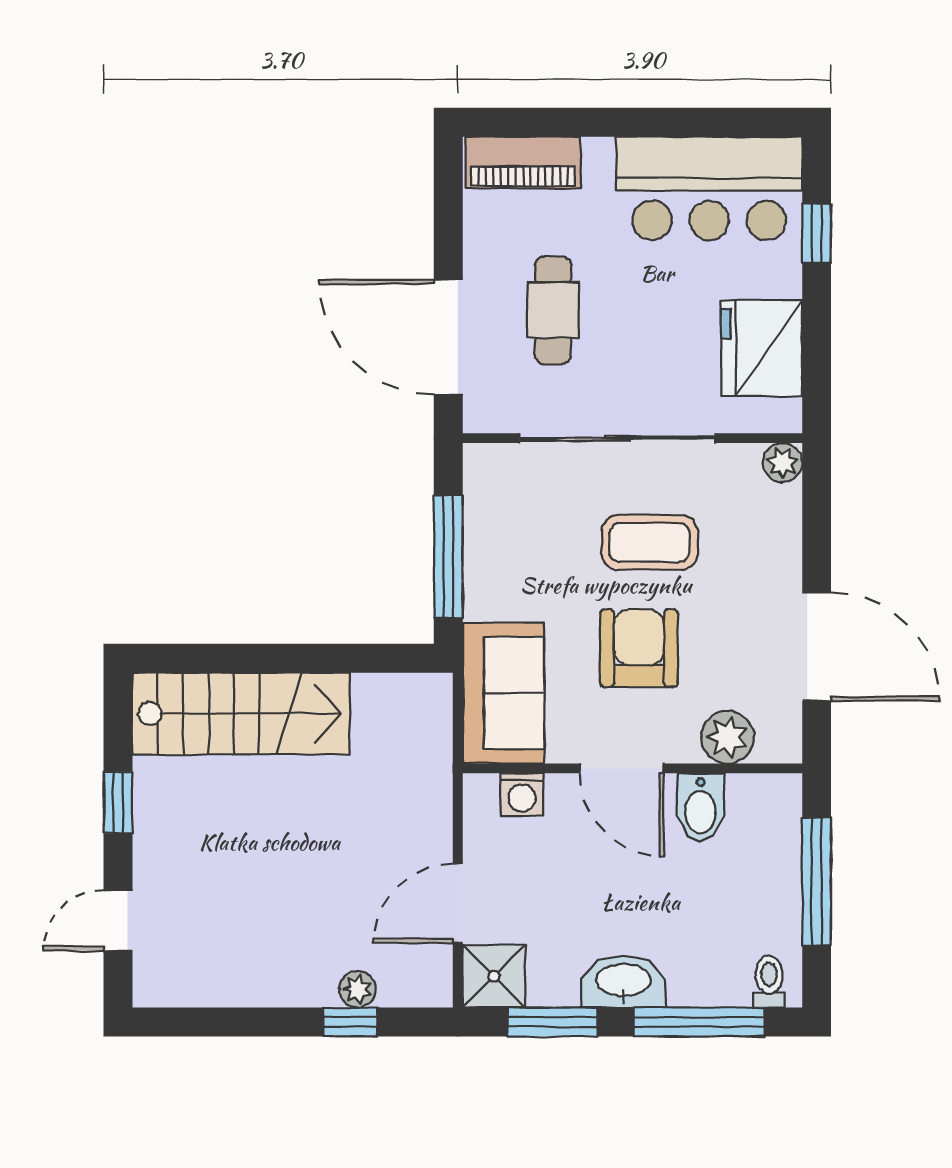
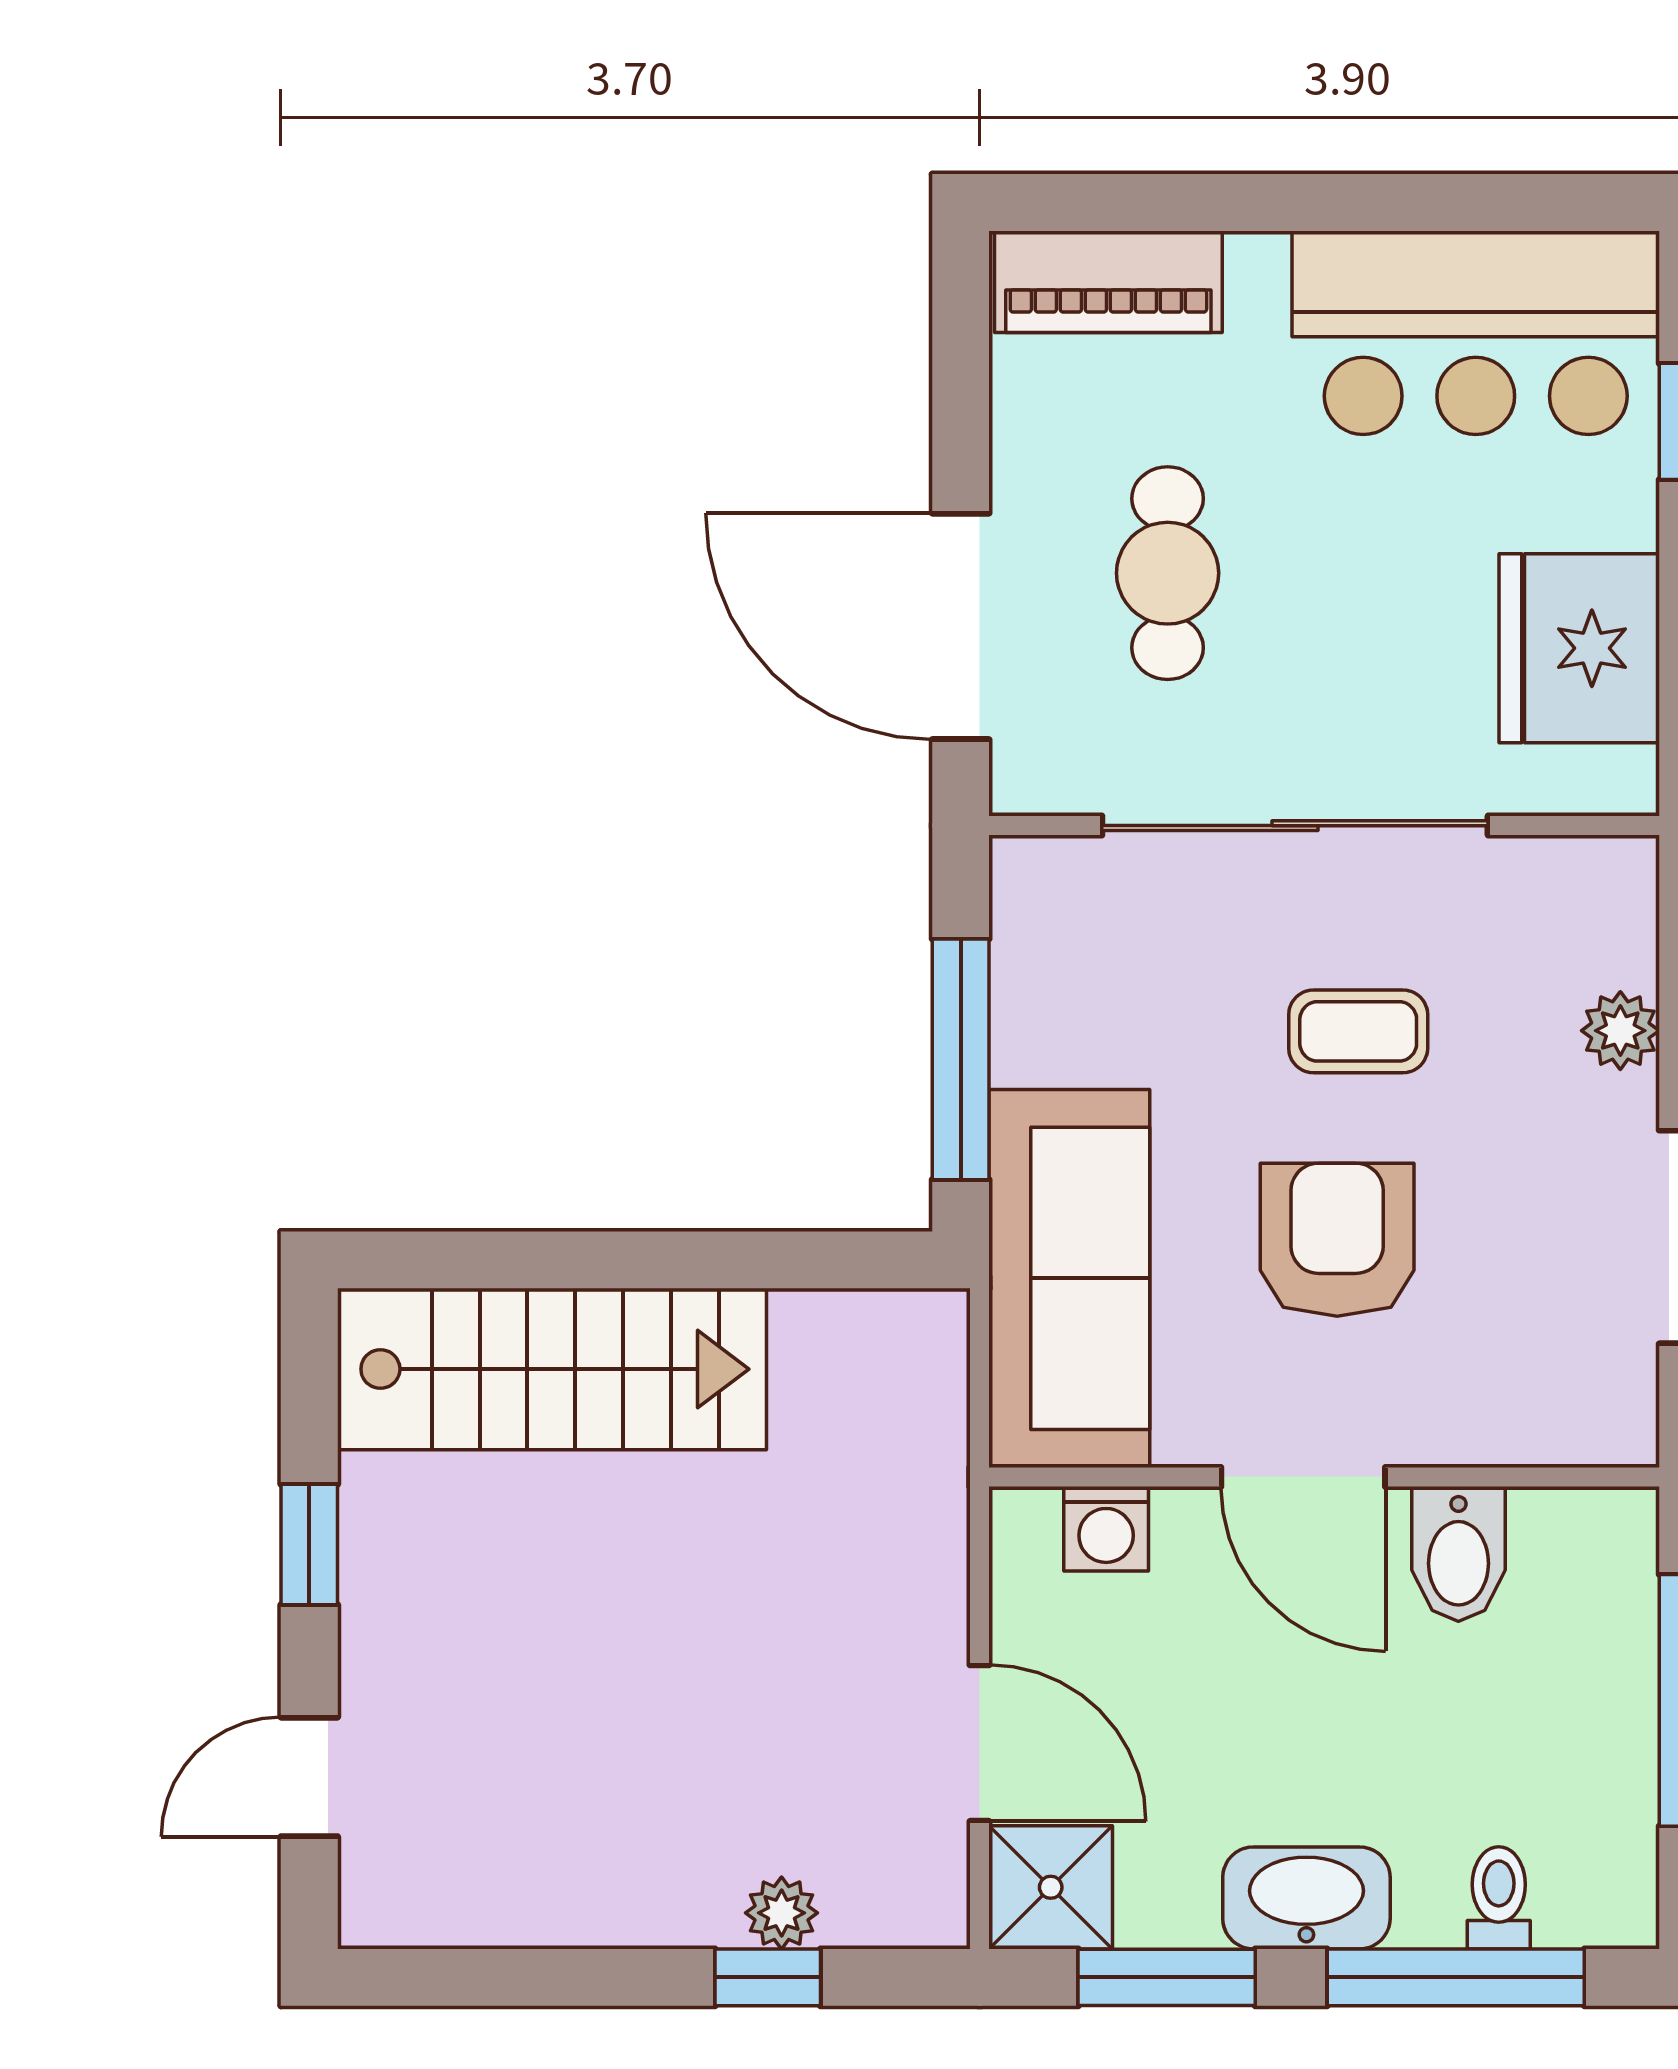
plant: (783, 463) -> (1620, 1031), moved
coffee table: (650, 542) -> (1358, 1031), width x0.73, depth x0.77
sofa: (503, 693) -> (1069, 1278), width x1.36
plant: (727, 737) -> (1512, 1416), removed
door: (458, 903) -> (980, 1743), swing flipped
toilet: (769, 982) -> (1499, 1898), moved

